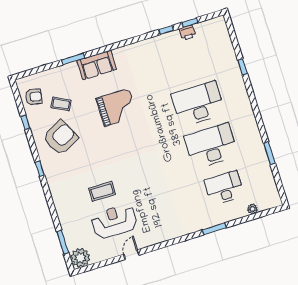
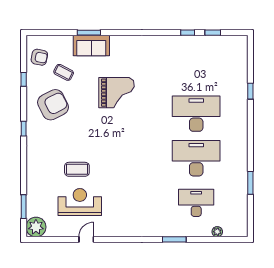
printer: (187, 33) -> (207, 41), removed
sofa: (97, 65) -> (91, 45), moved

